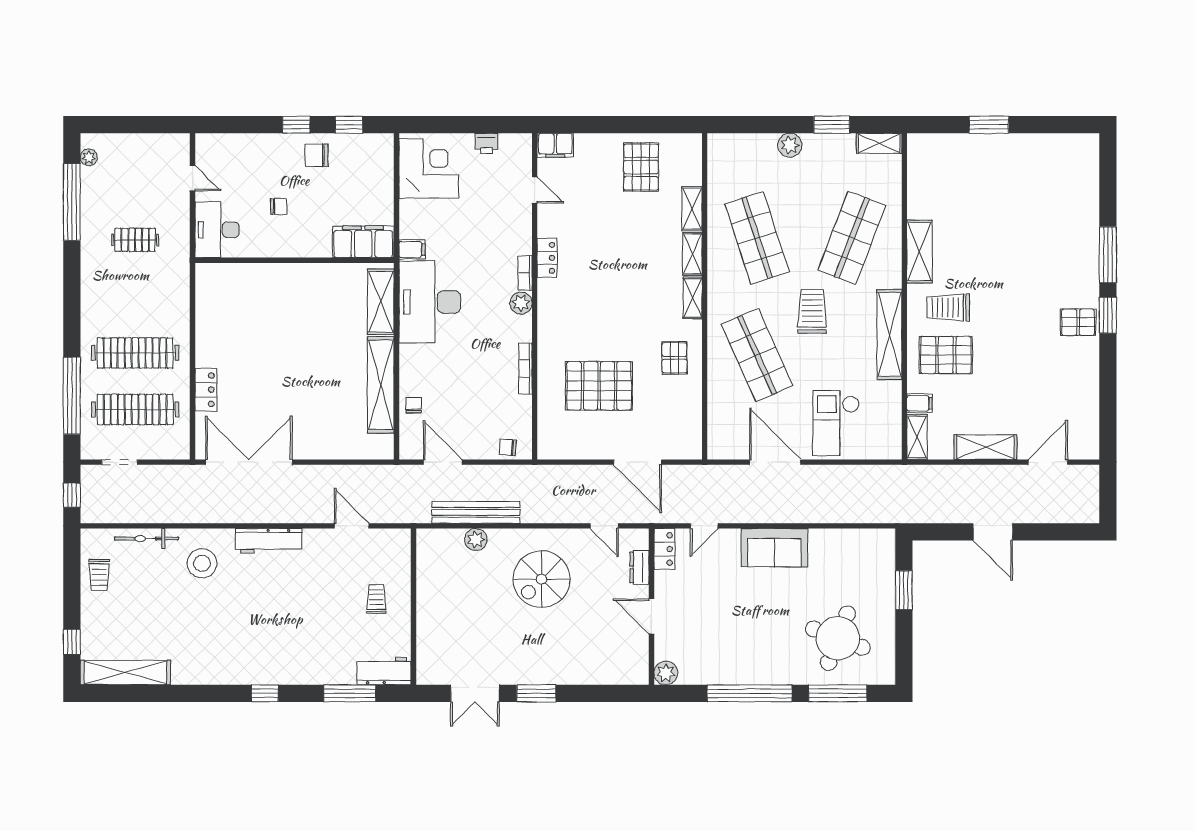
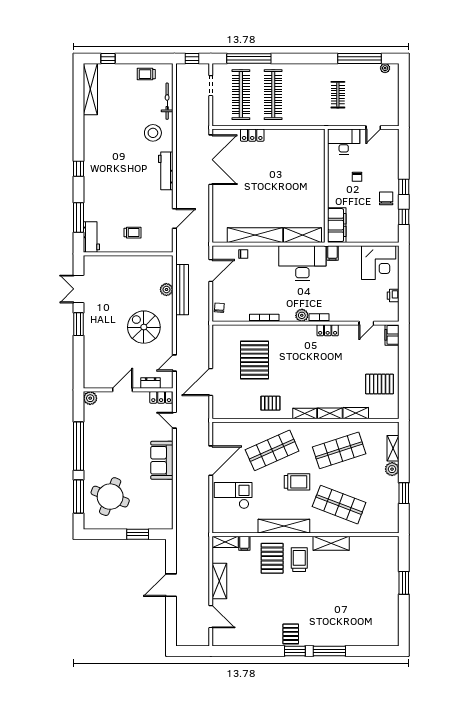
shelving: (879, 143) -> (393, 448), moved

